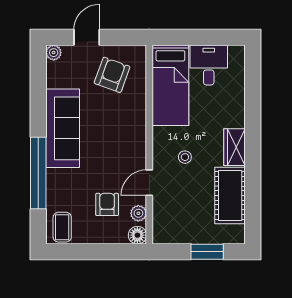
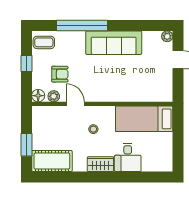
desk: (209, 65) -> (128, 157), moved, turned 90
armchair: (112, 75) -> (151, 78), removed
cot: (230, 196) -> (52, 161), moved
window: (92, 252) -> (26, 63), added

